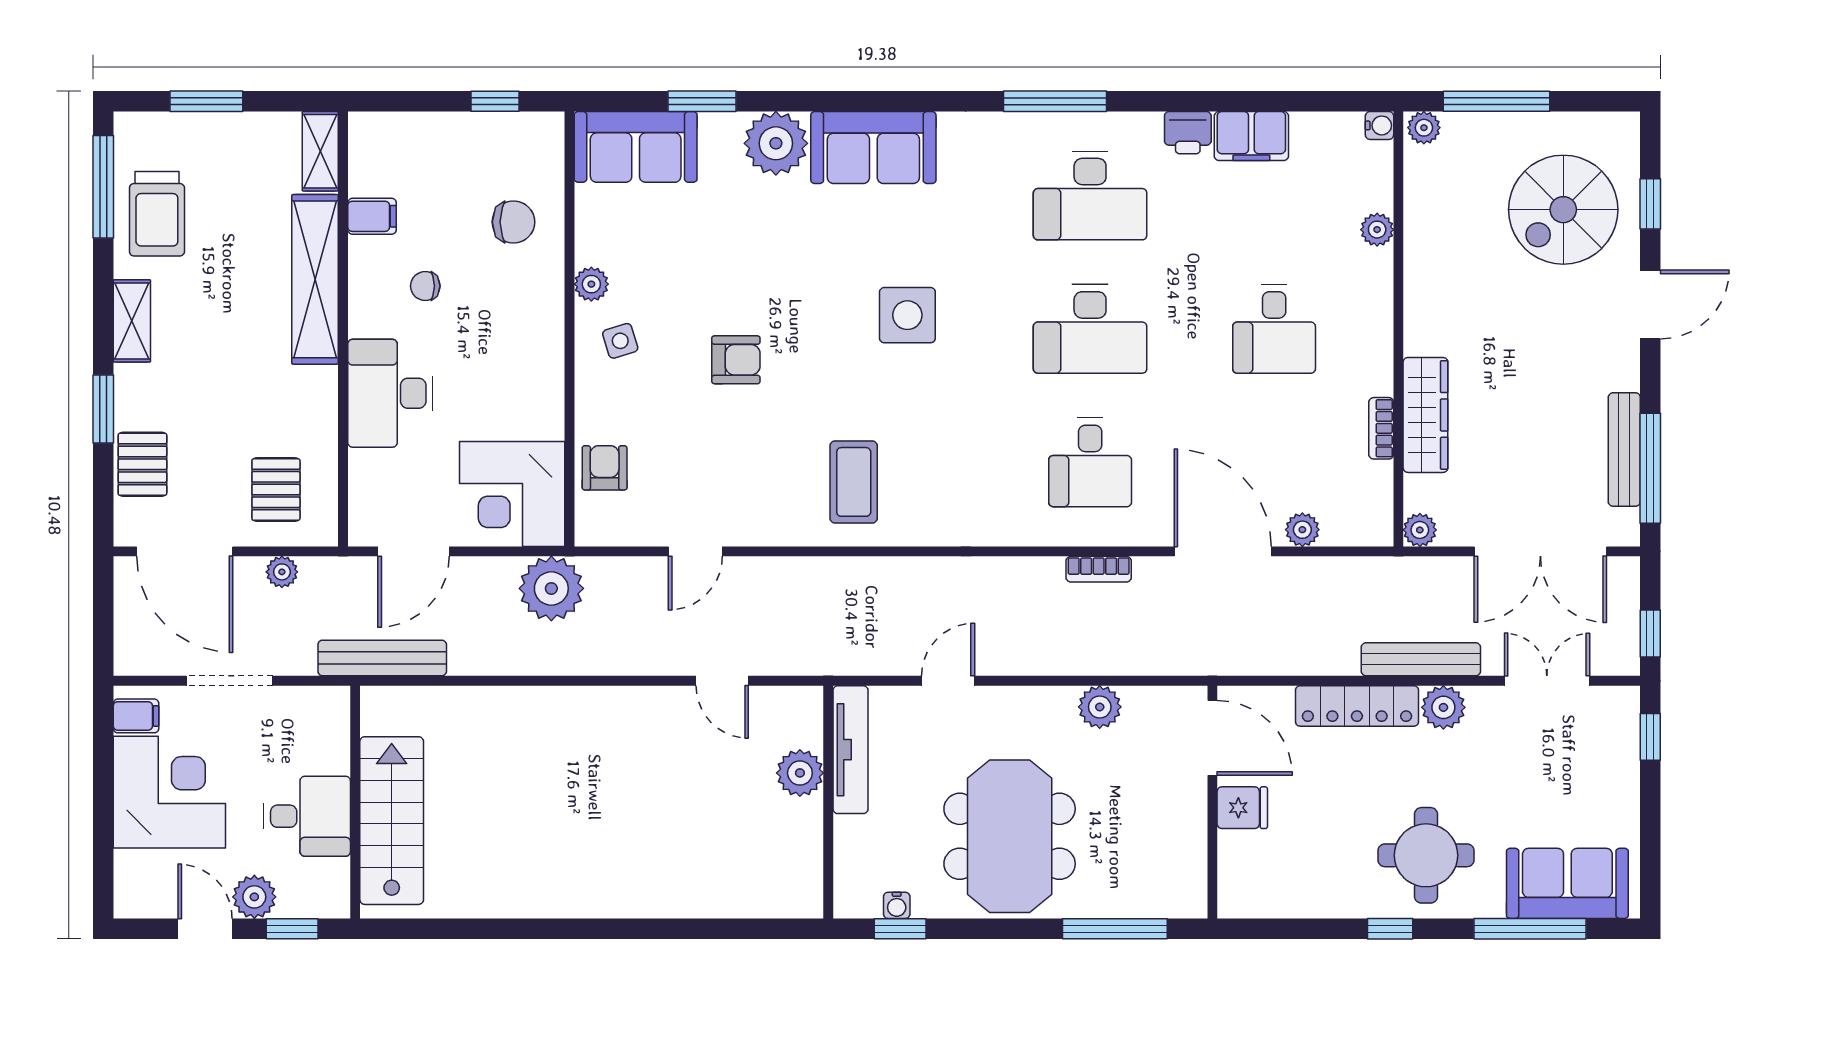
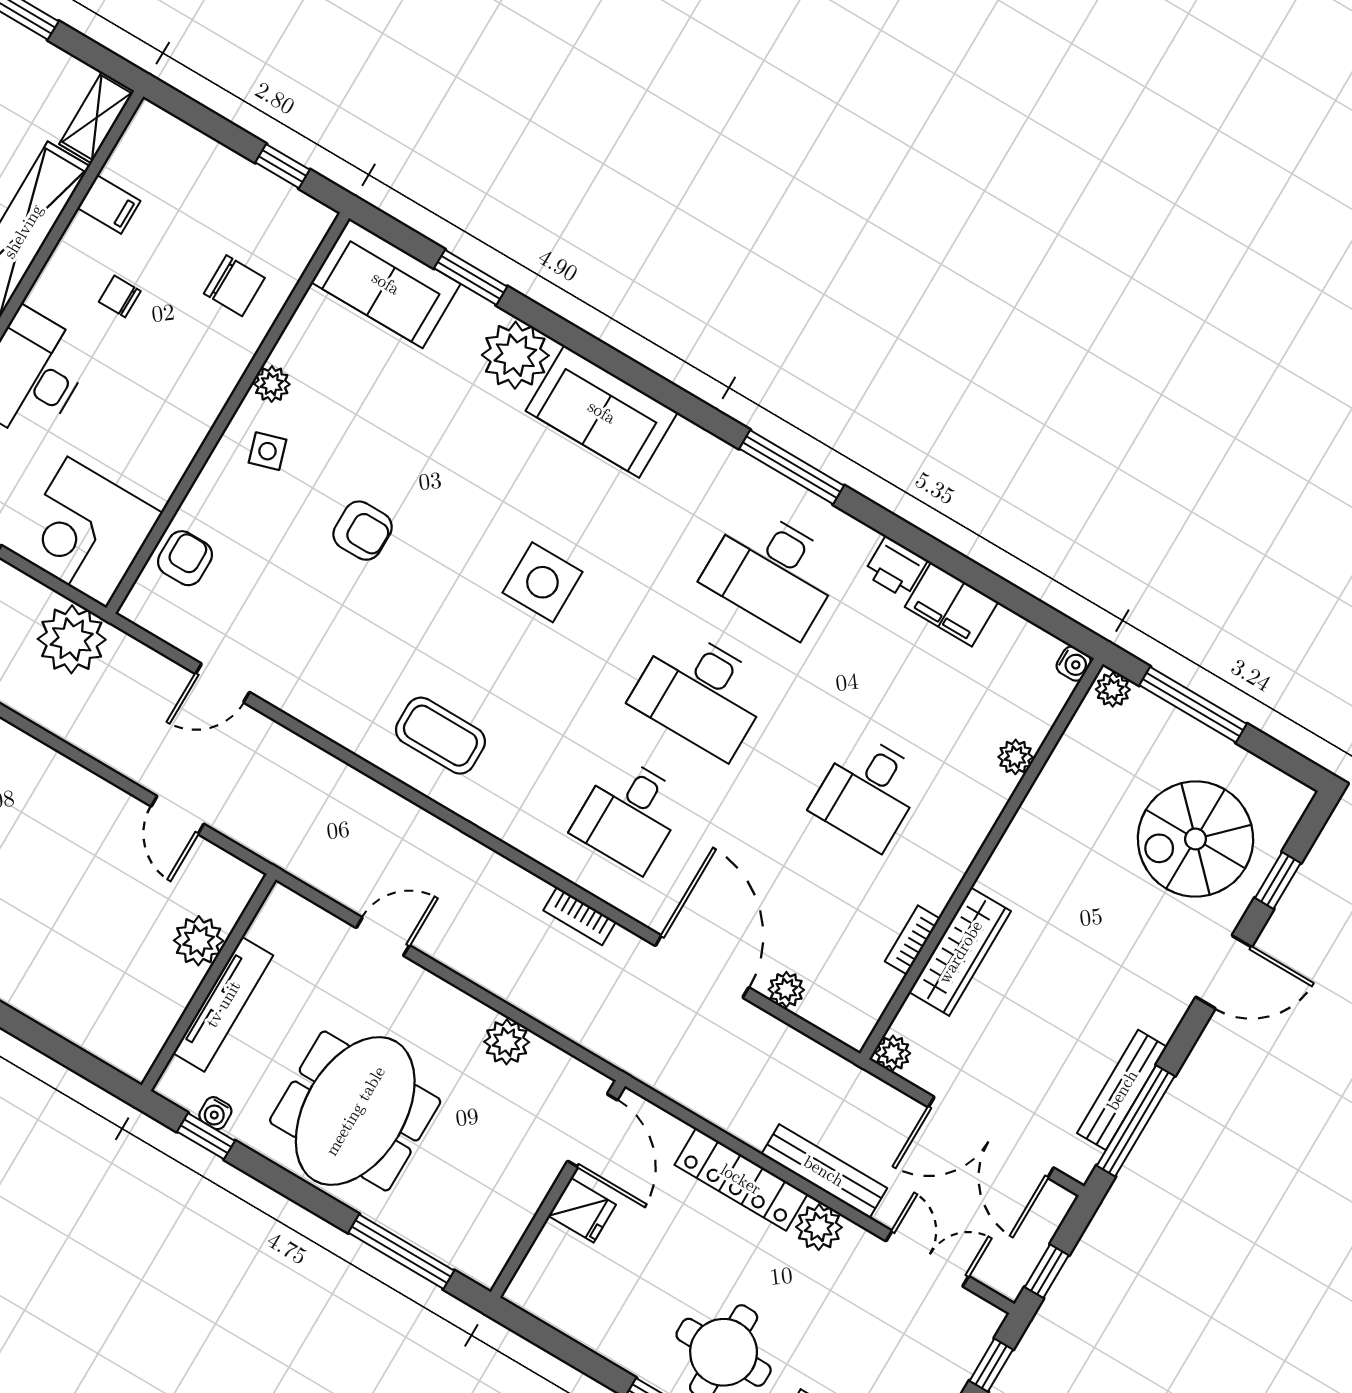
coffee table: (854, 482) -> (440, 736), moved, turned 90
tv unit: (850, 750) -> (223, 1004), moved

